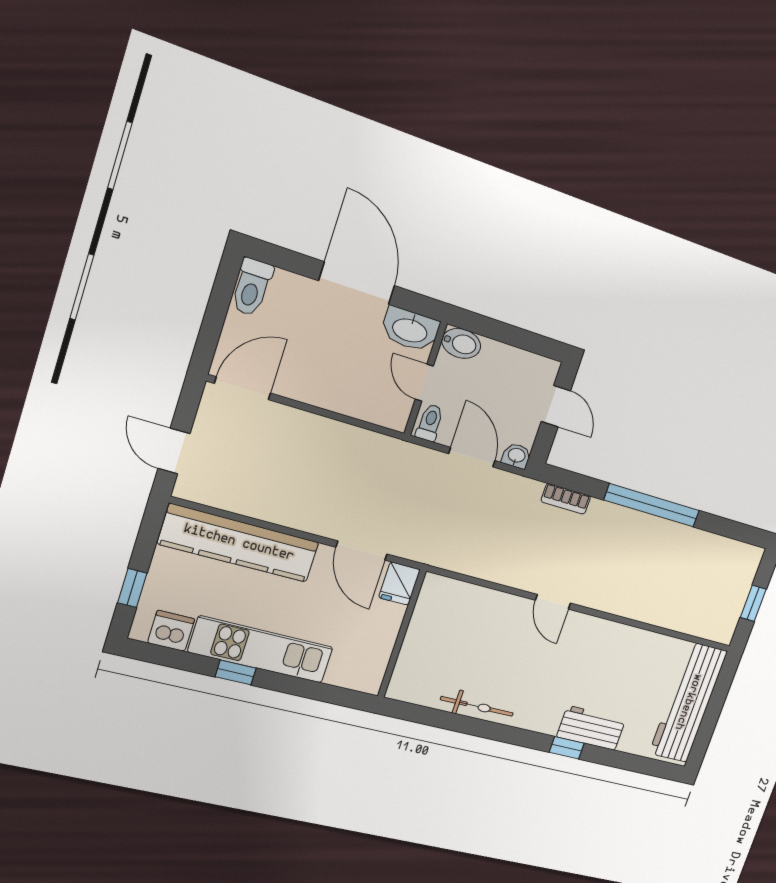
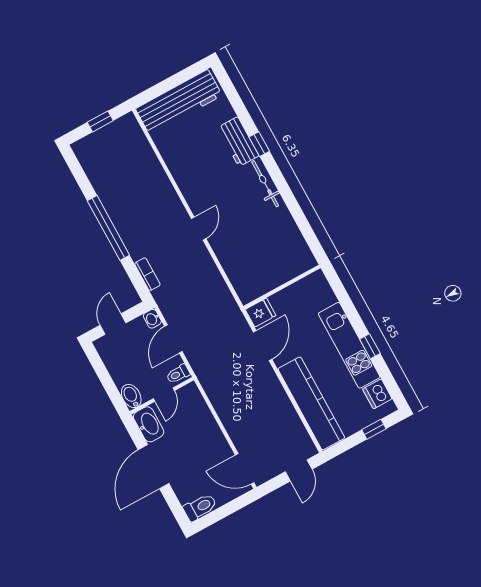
bicycle: (477, 706) -> (265, 184), moved

